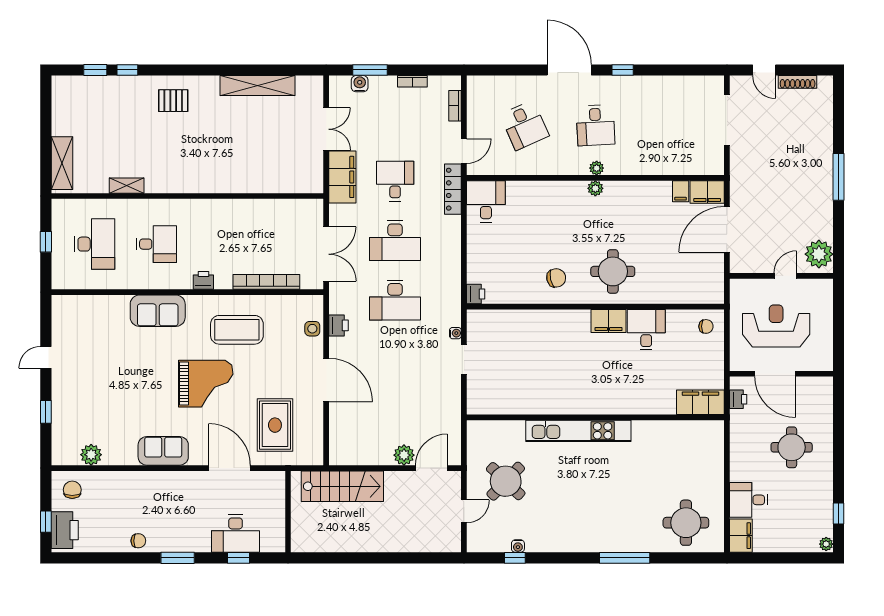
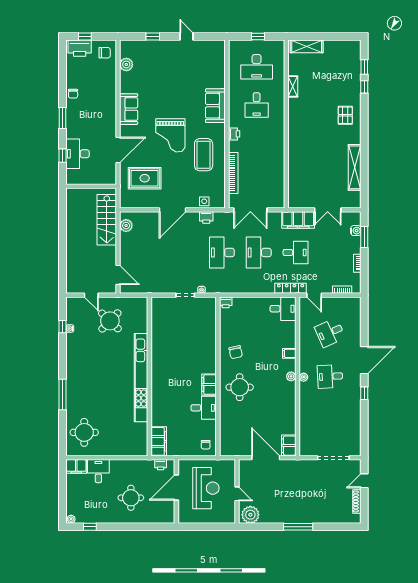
filing cabinet: (681, 191) -> (289, 353), moved
kitchen unit: (578, 431) -> (141, 378), width x1.36
plant: (404, 455) -> (126, 226), moved

